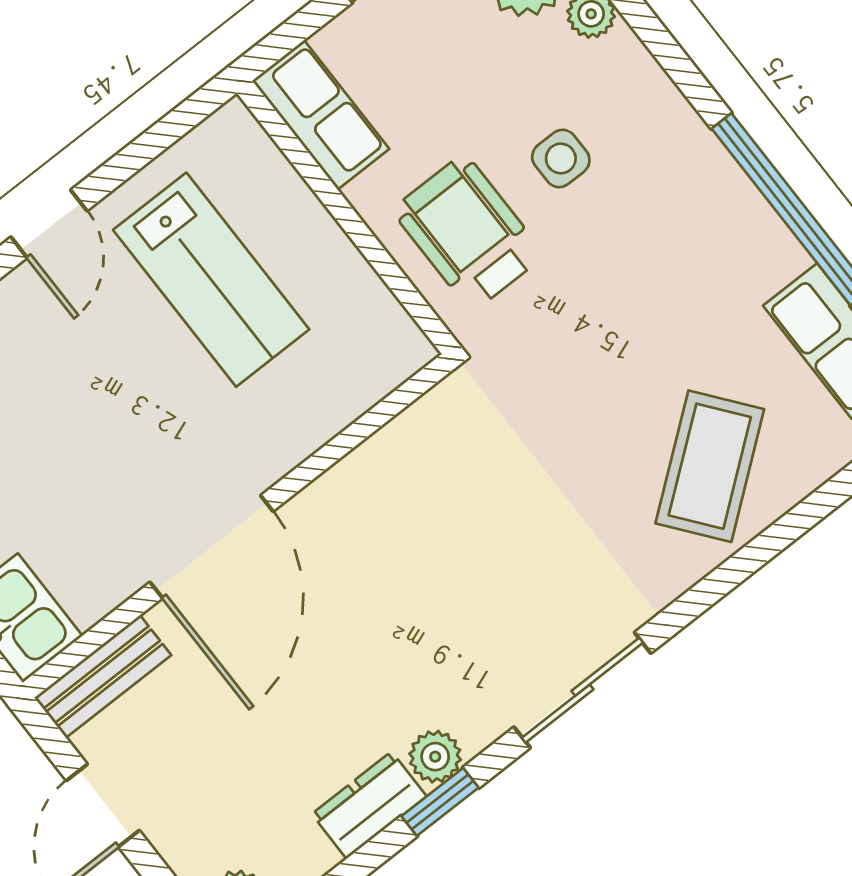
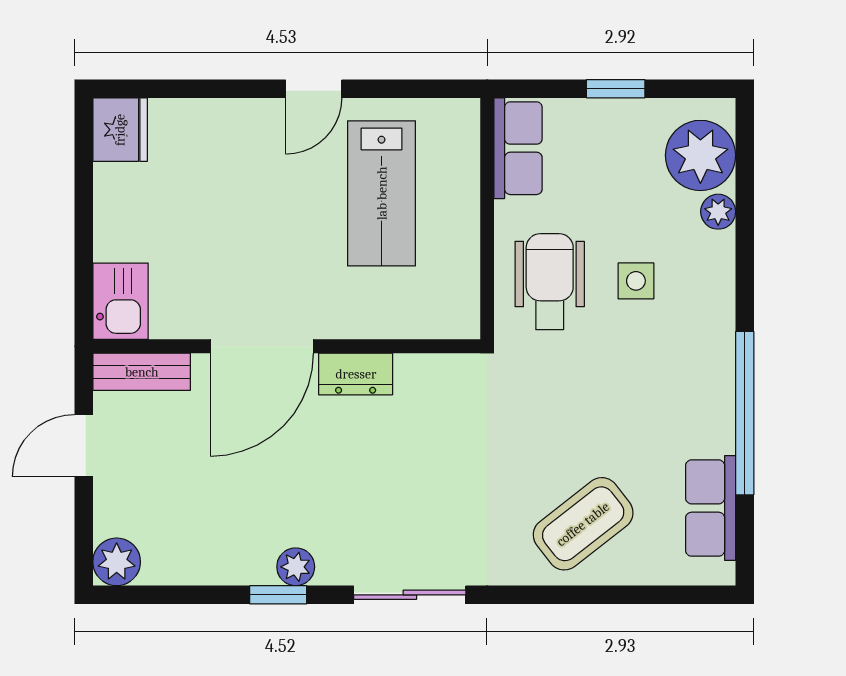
dresser: (369, 805) -> (356, 374), moved, turned 180

